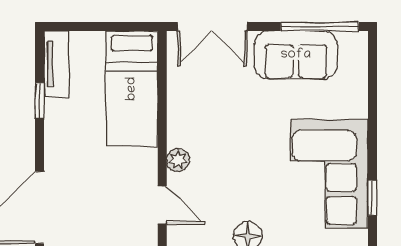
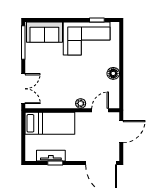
sofa: (296, 55) -> (44, 32), moved, turned 90
tv unit: (57, 64) -> (51, 156), moved

